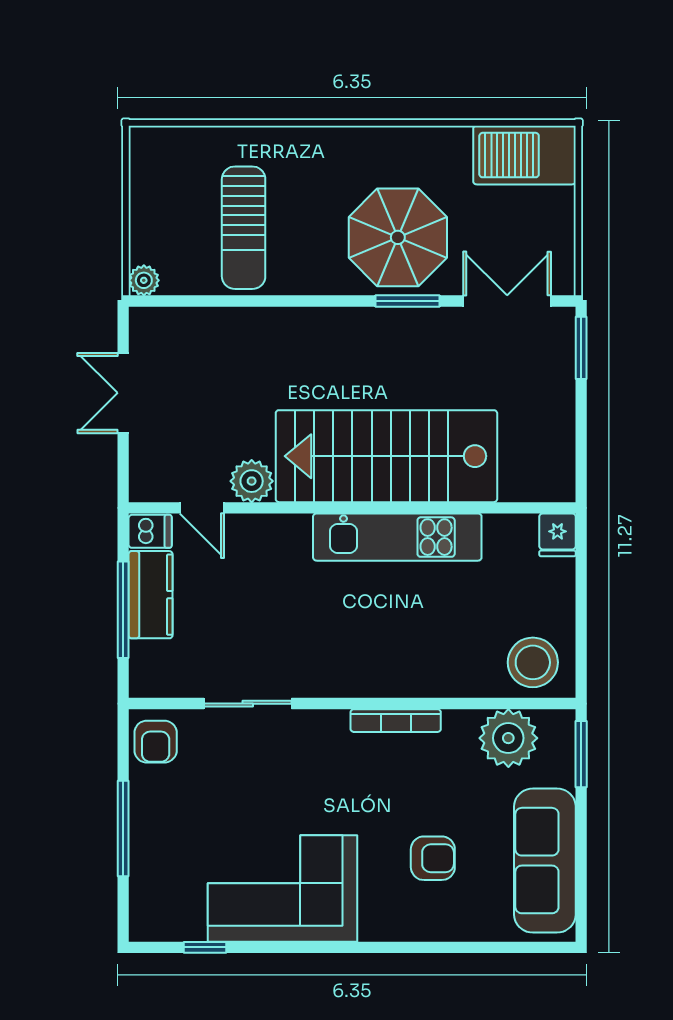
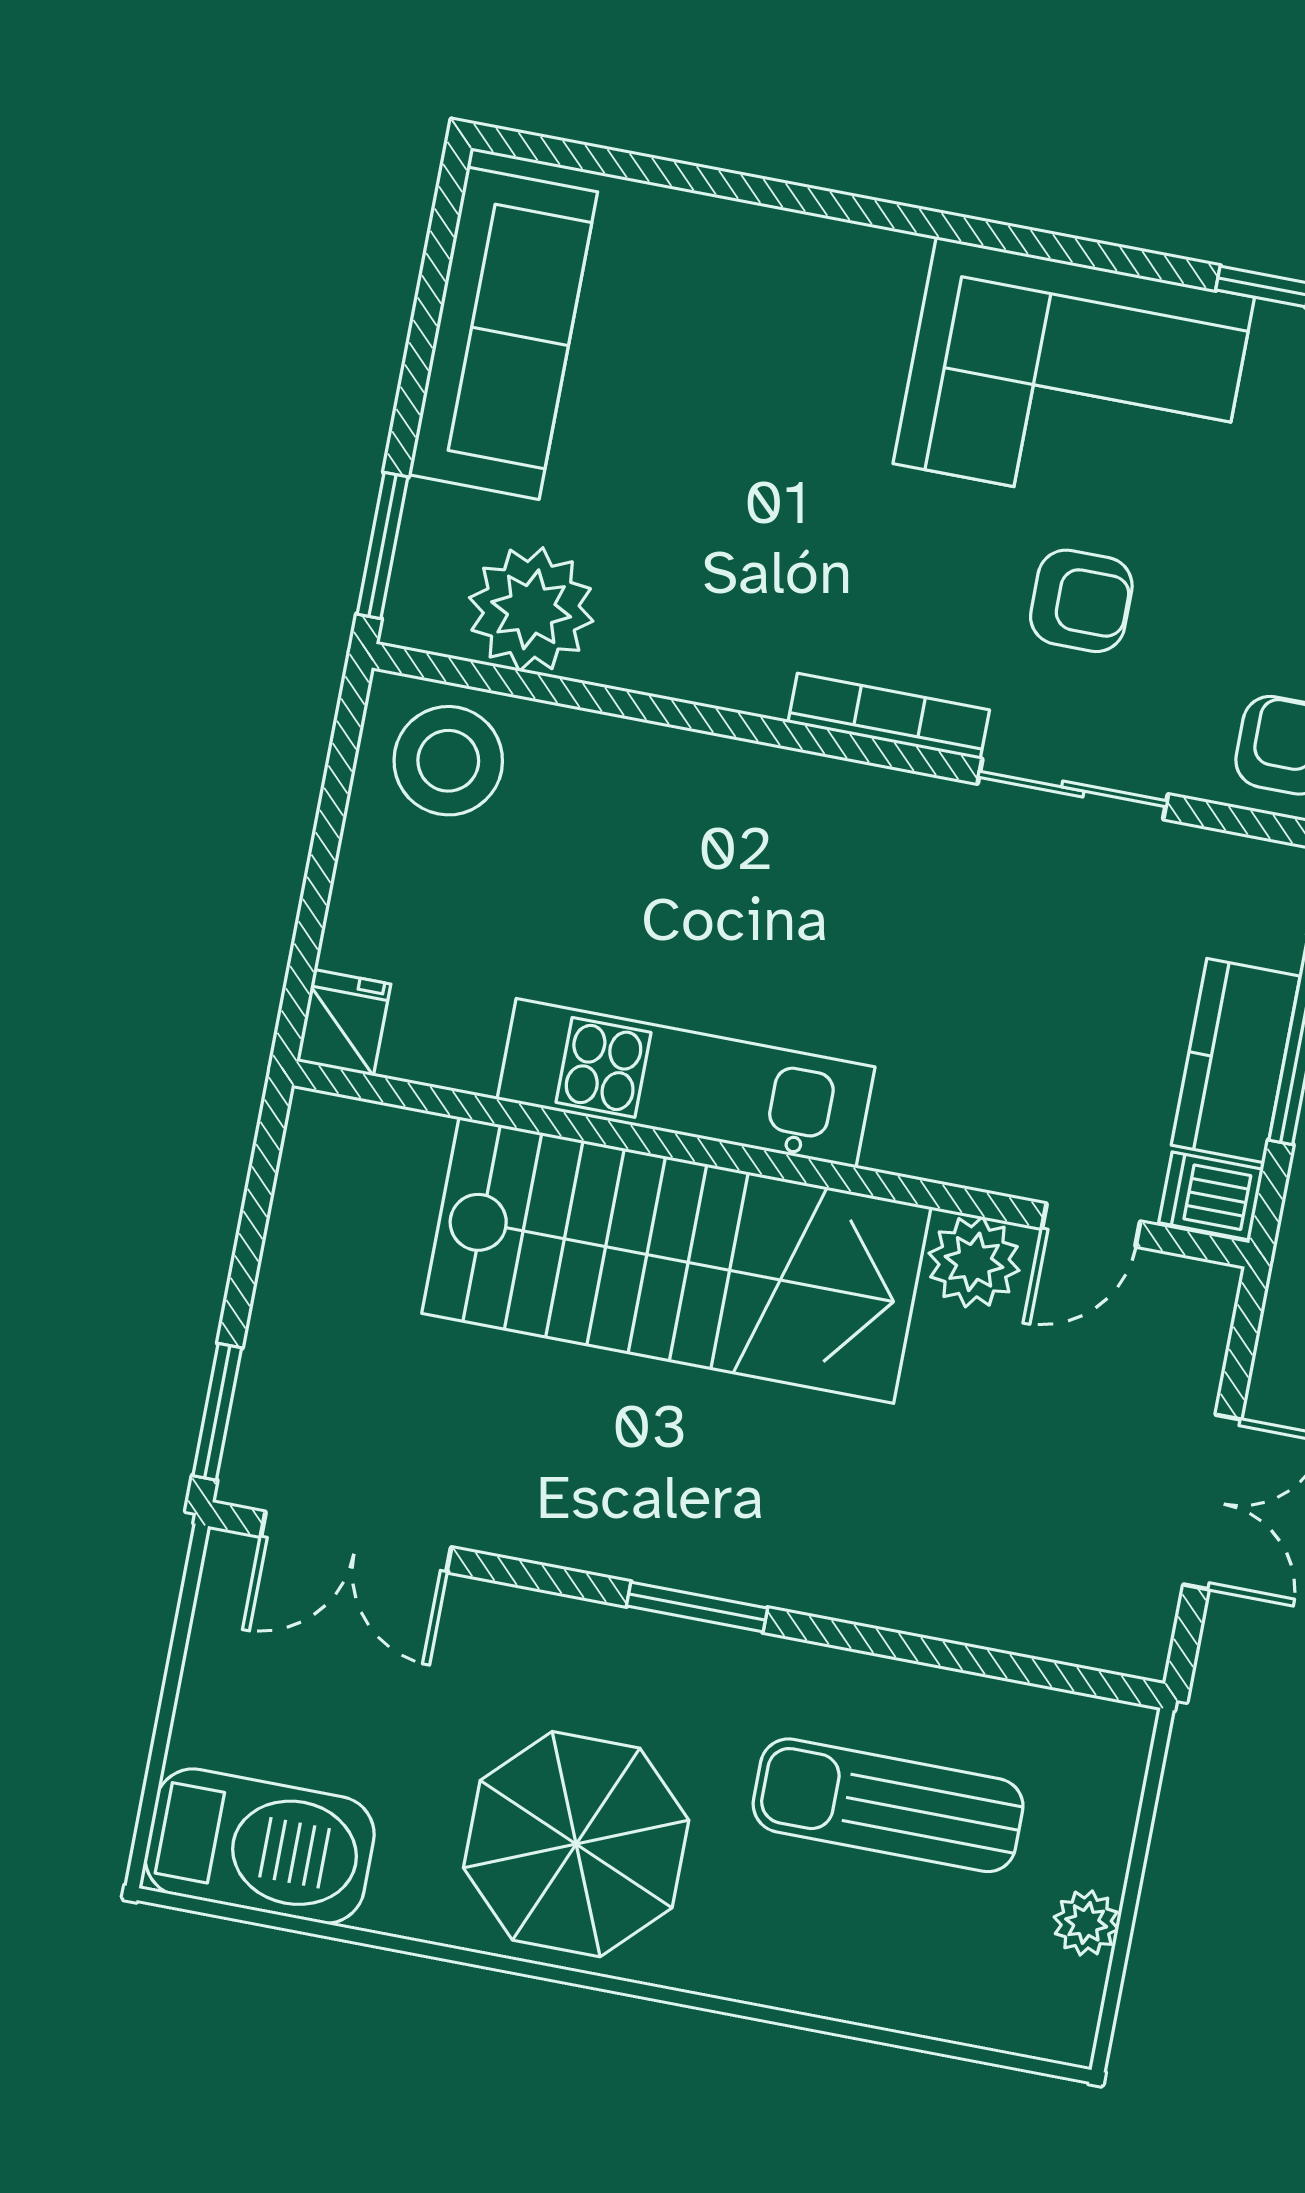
sun lounger: (244, 228) -> (888, 1805), turned -90
parasol: (398, 237) -> (576, 1844), moved
plant: (144, 280) -> (1086, 1923), moved
window: (407, 301) -> (697, 1607), moved
door: (202, 508) -> (1091, 1225), swing flipped
bookcase: (396, 721) -> (889, 716), moved
armchair: (433, 858) -> (1081, 601), moved, turned 180

